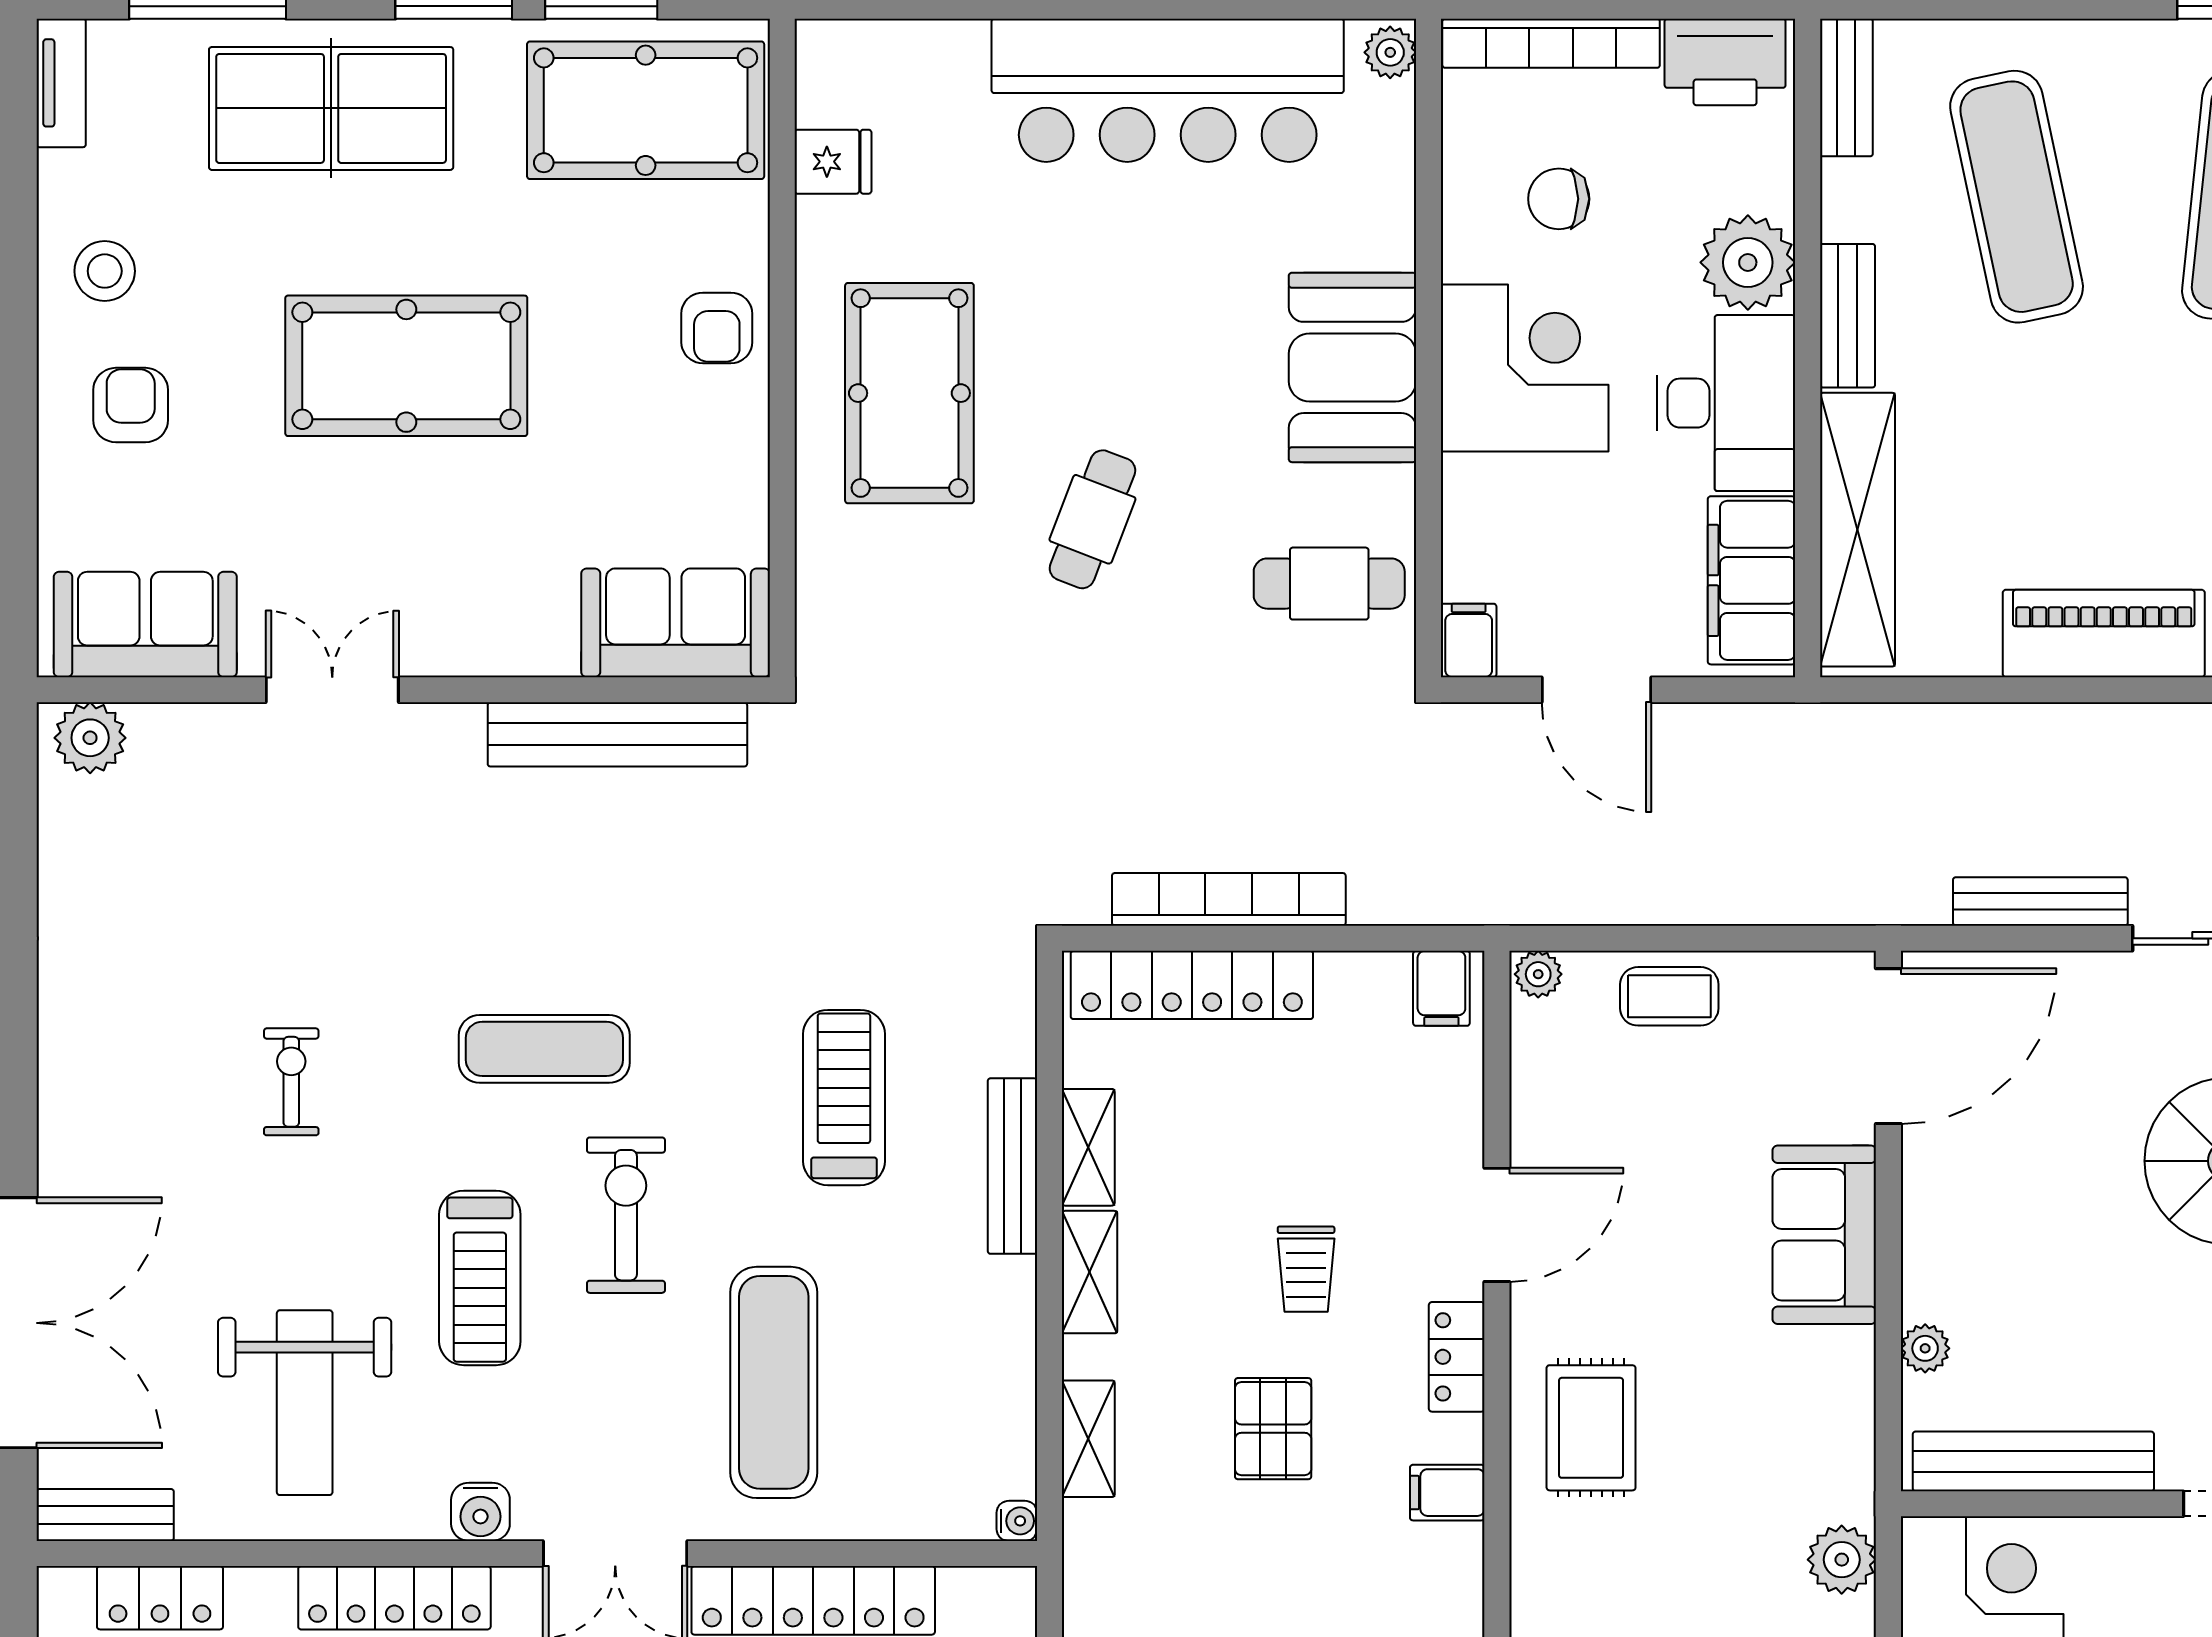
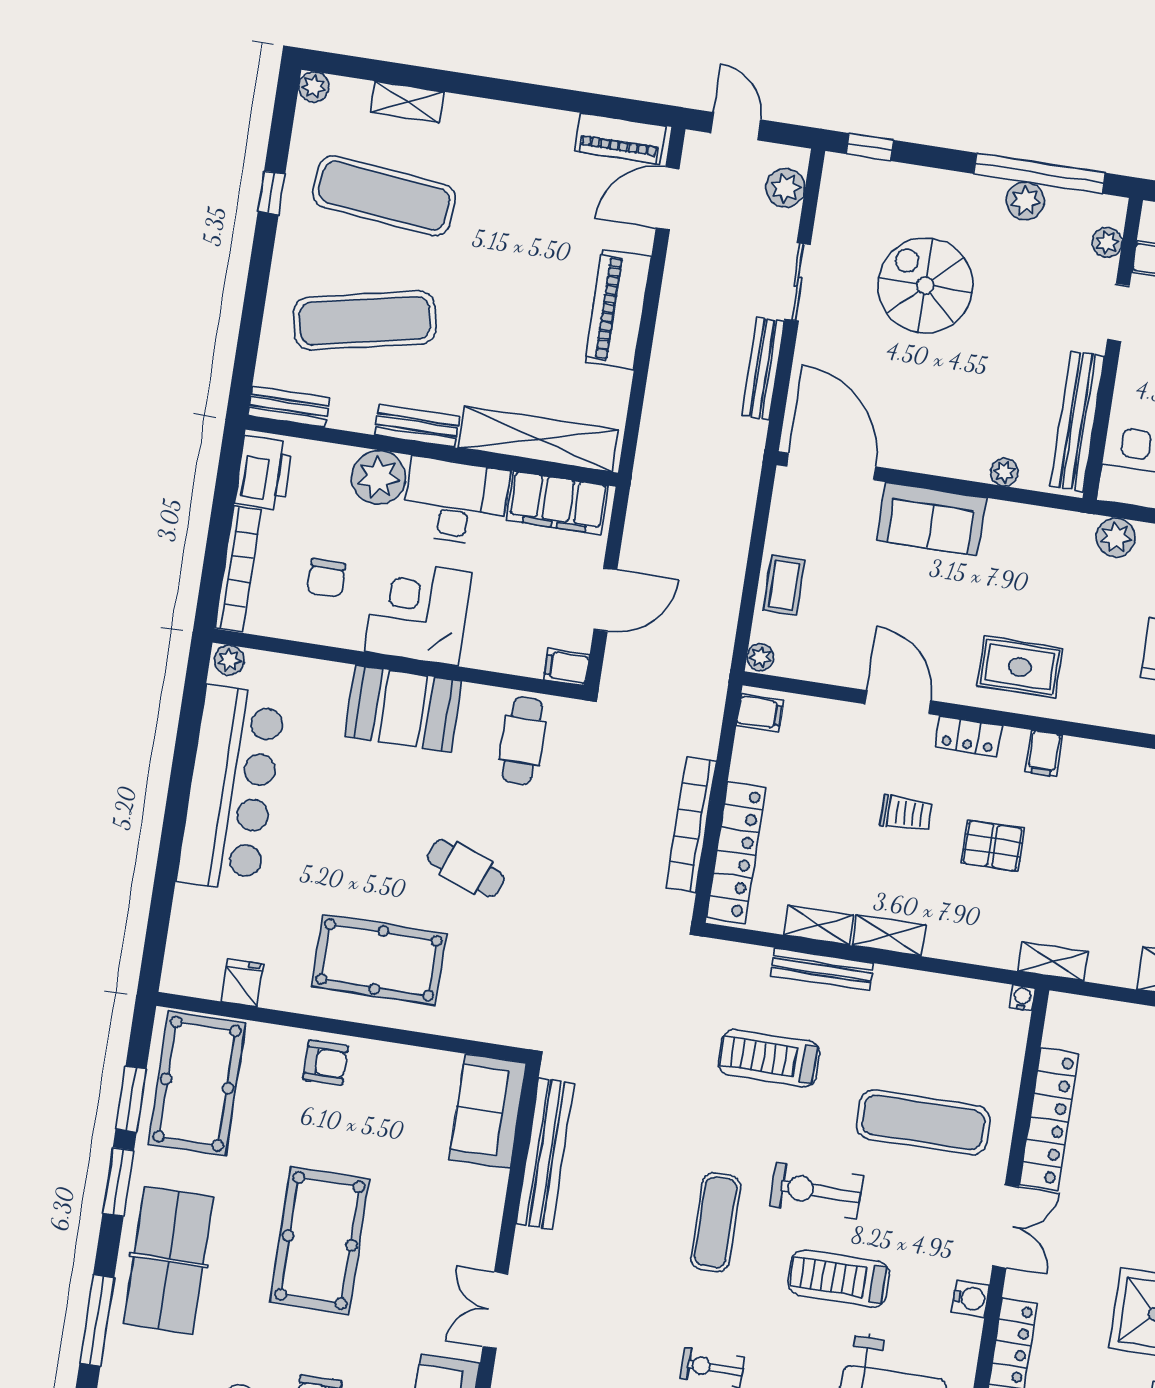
treadmill: (480, 1278) -> (839, 1278), turned 180
shelving: (1088, 1439) -> (1053, 961), moved

